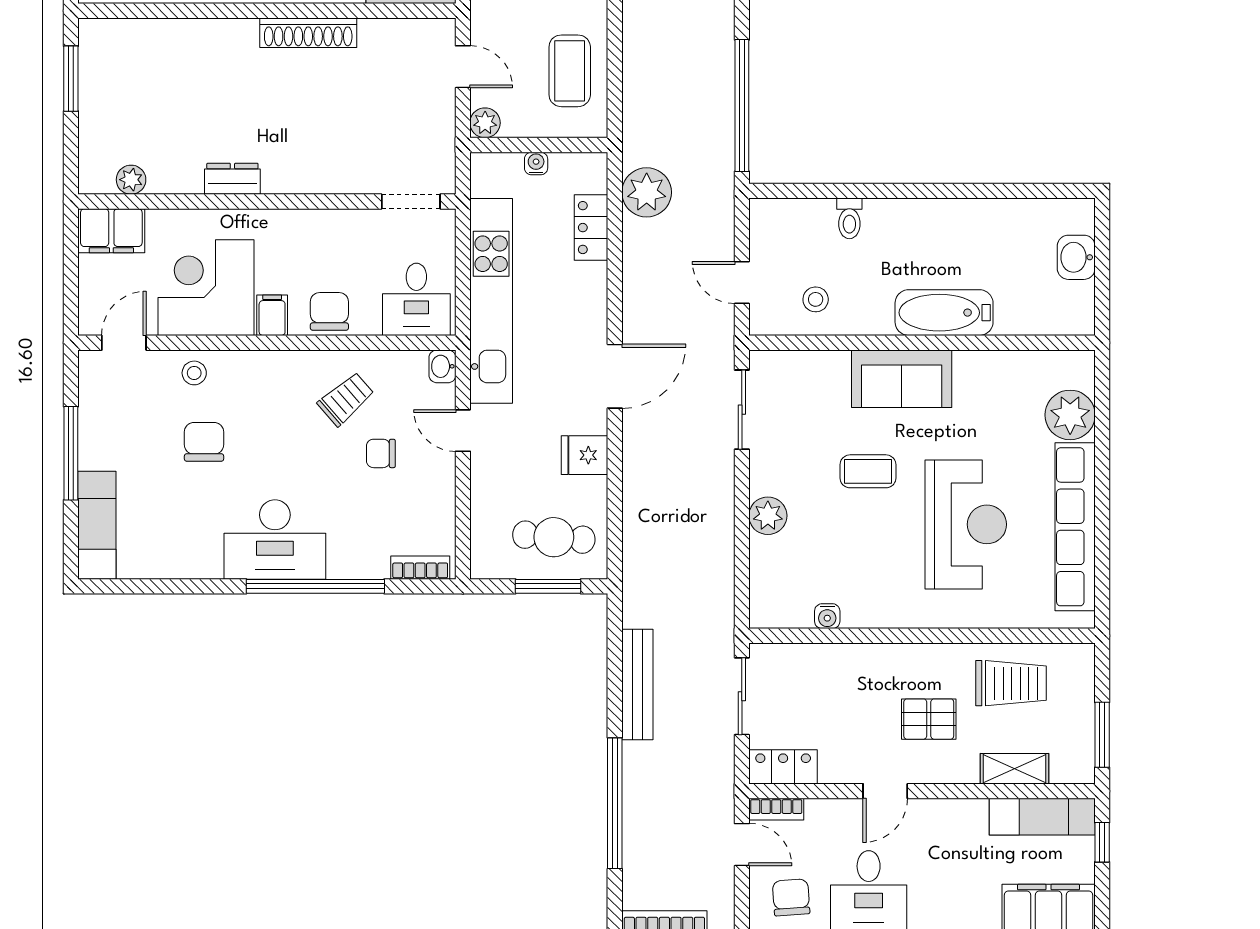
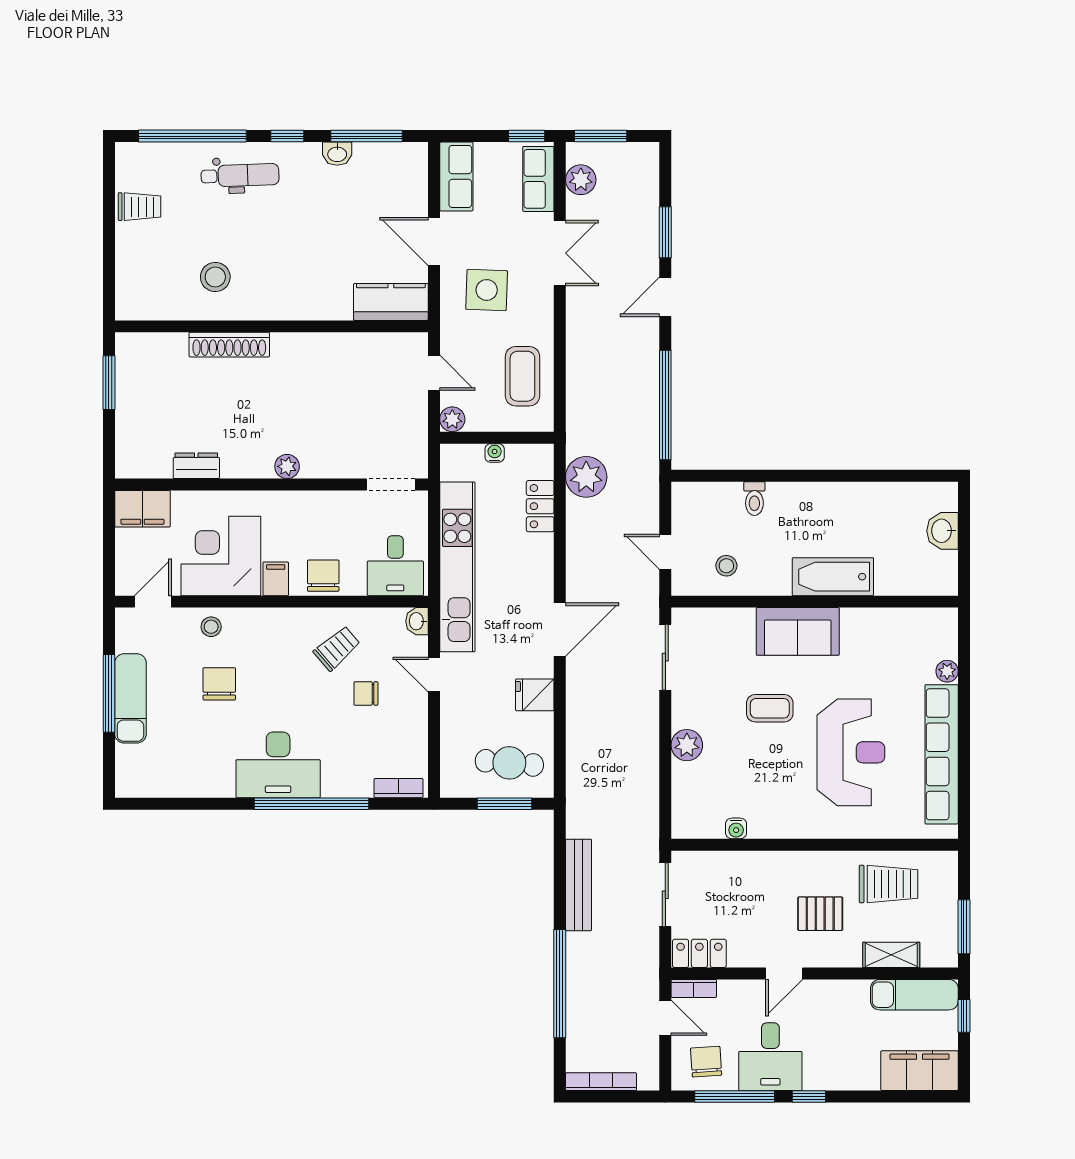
shoe rack: (308, 33) -> (229, 345), moved
dresser: (232, 179) -> (196, 466), moved
plant: (131, 180) -> (287, 466), moved
plant: (1070, 415) -> (947, 671), width x0.53, depth x0.53
exam couch: (97, 525) -> (130, 698), moved

